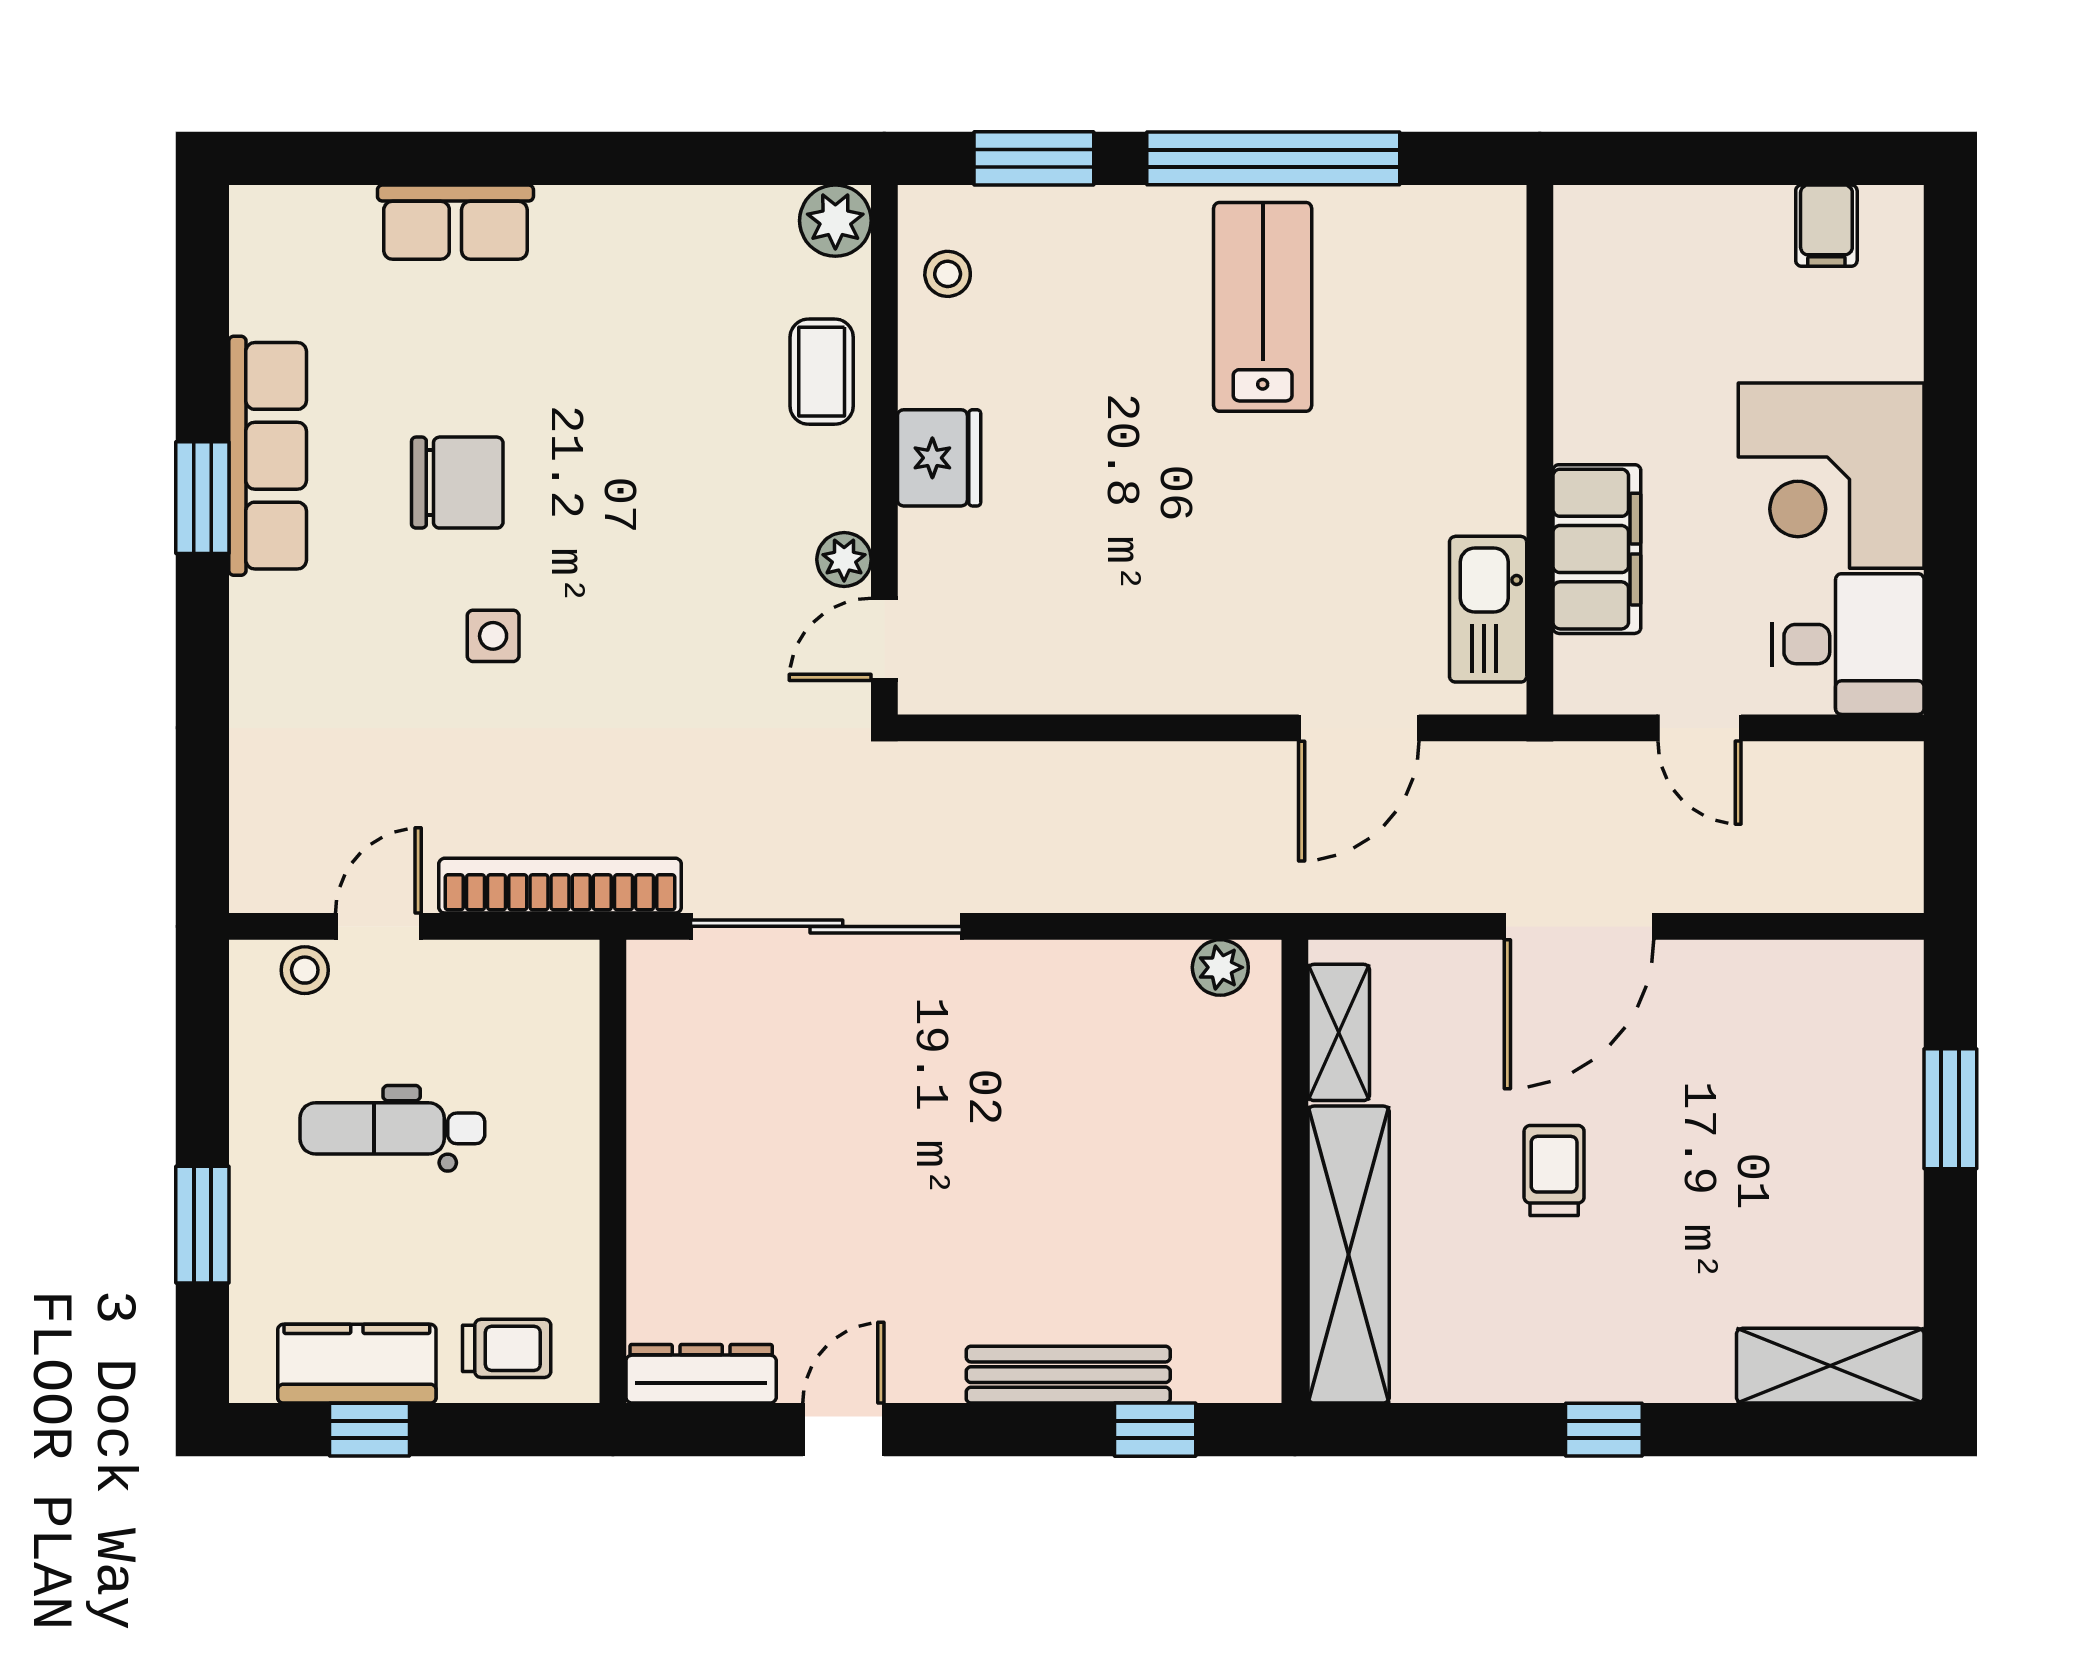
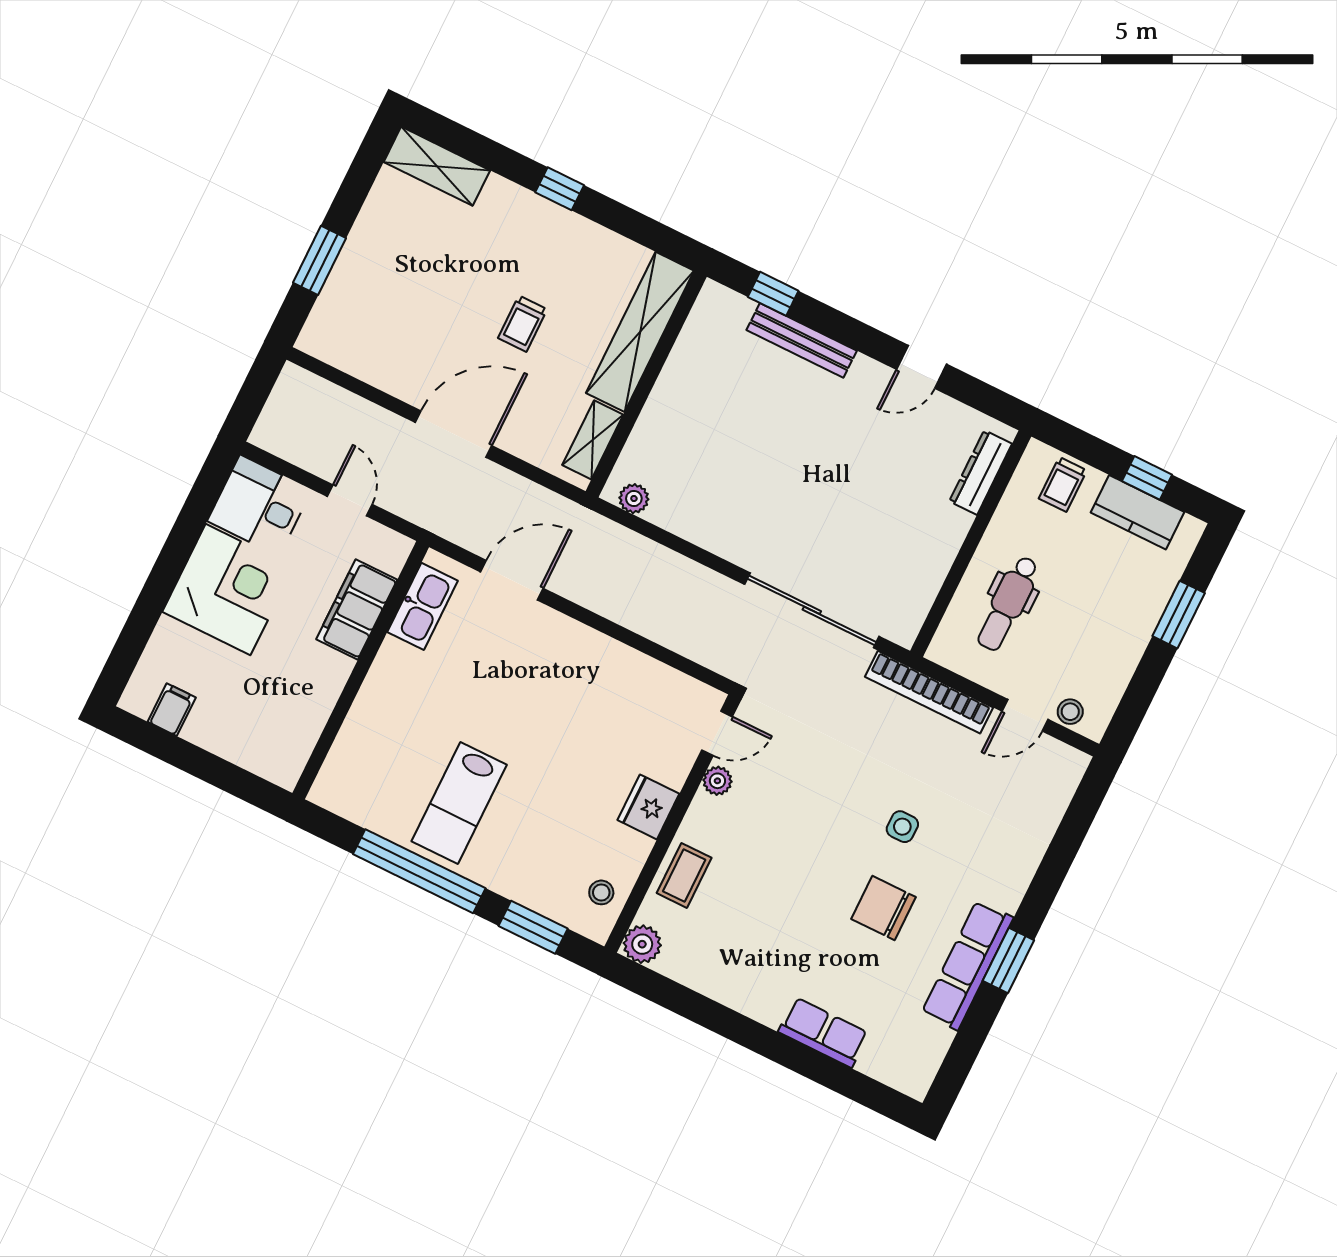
dental chair: (392, 1128) -> (1008, 603), moved, turned 90
trolley: (507, 1348) -> (1063, 484), turned -90
dresser: (701, 1374) -> (981, 473), moved, turned 90

